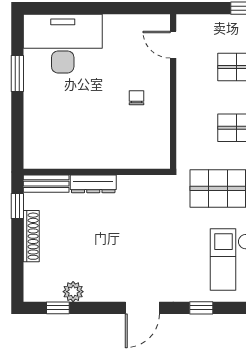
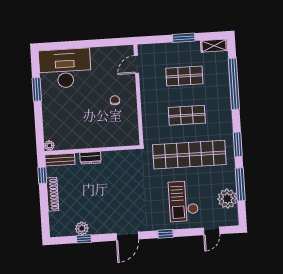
door: (173, 45) -> (137, 64), hinge flipped
plant: (31, 161) -> (49, 146), added
dresser: (93, 184) -> (90, 158), width x0.70
window: (58, 308) -> (84, 239), moved

